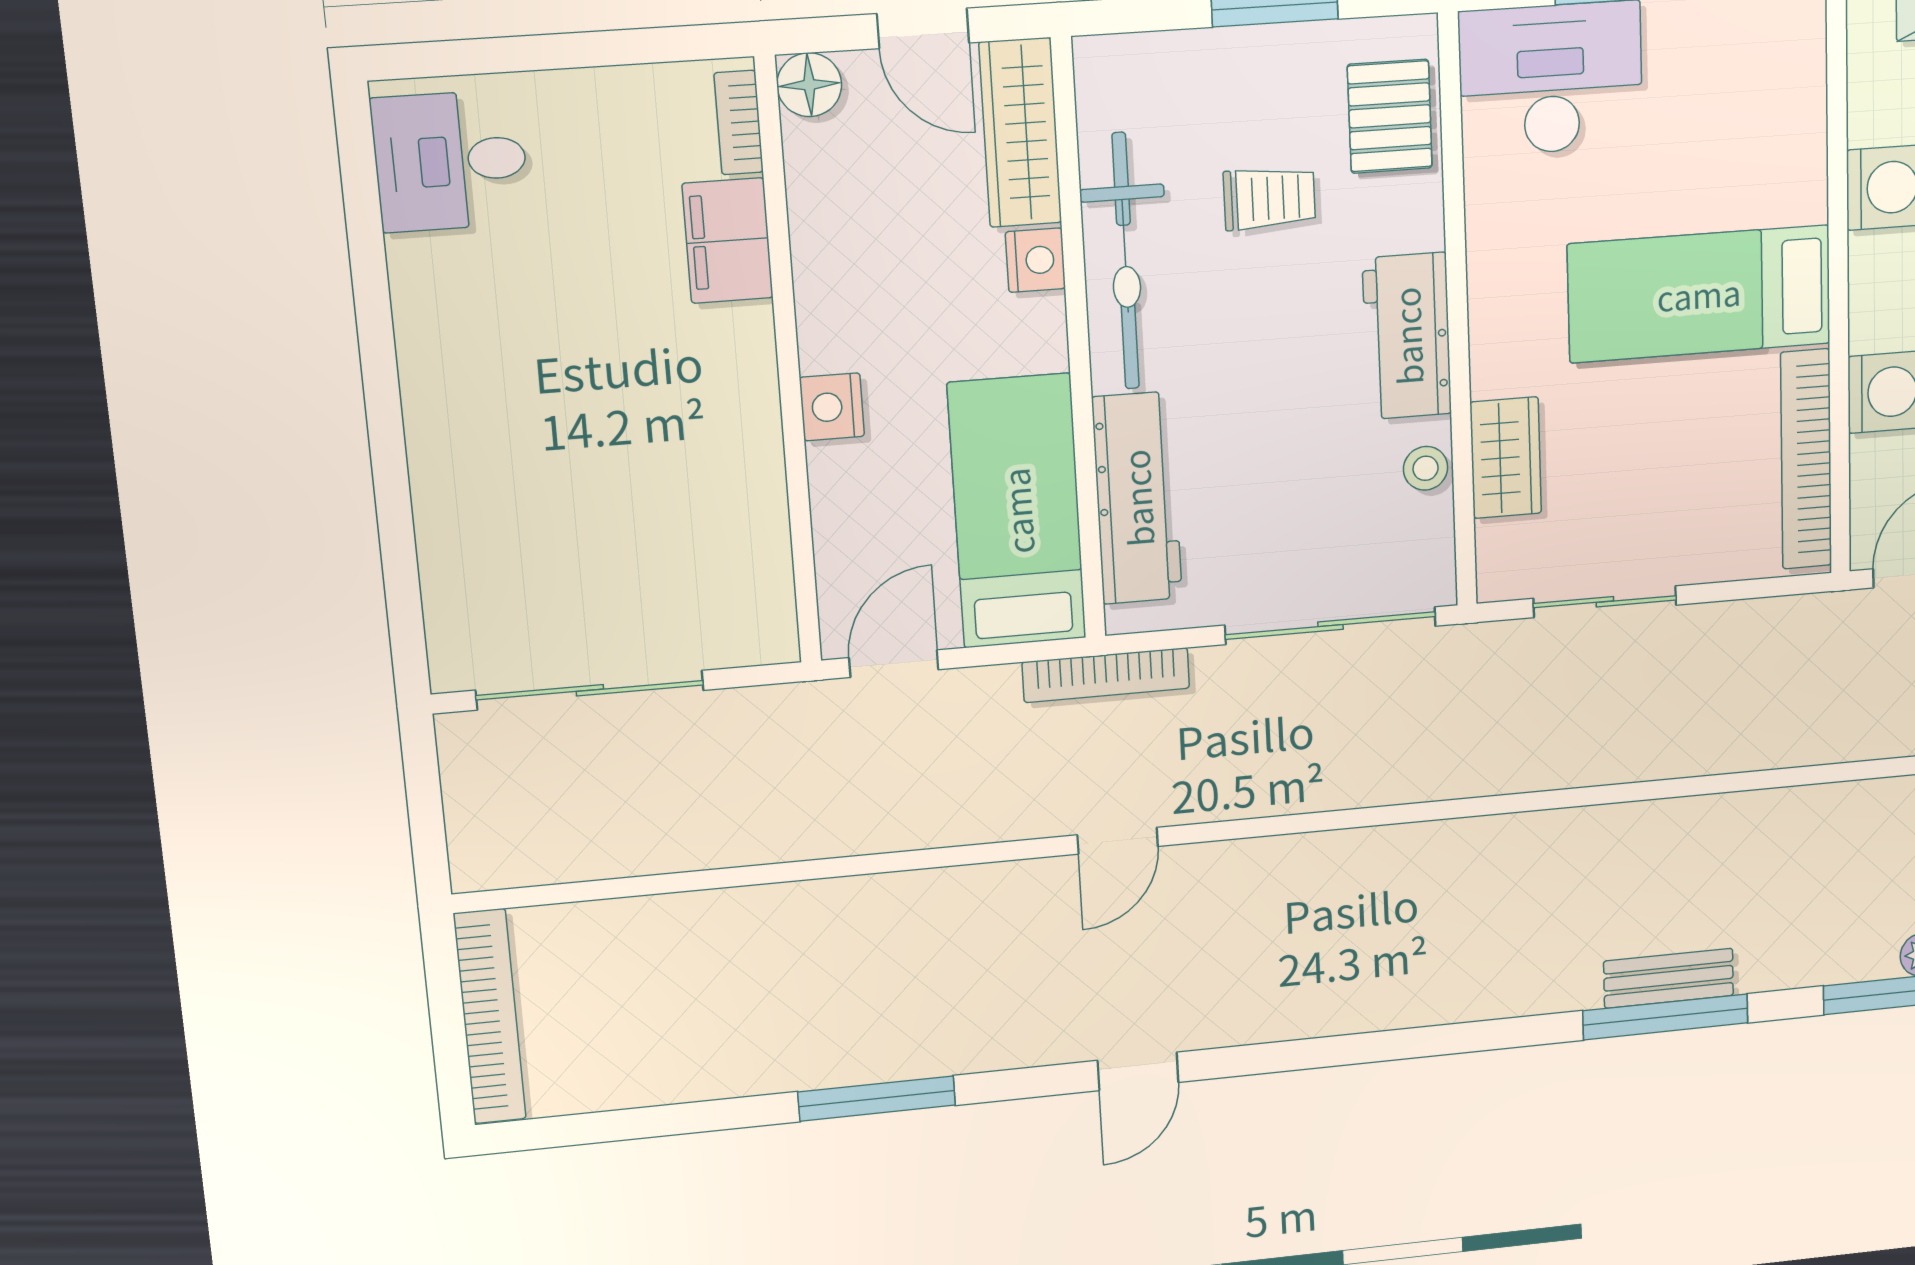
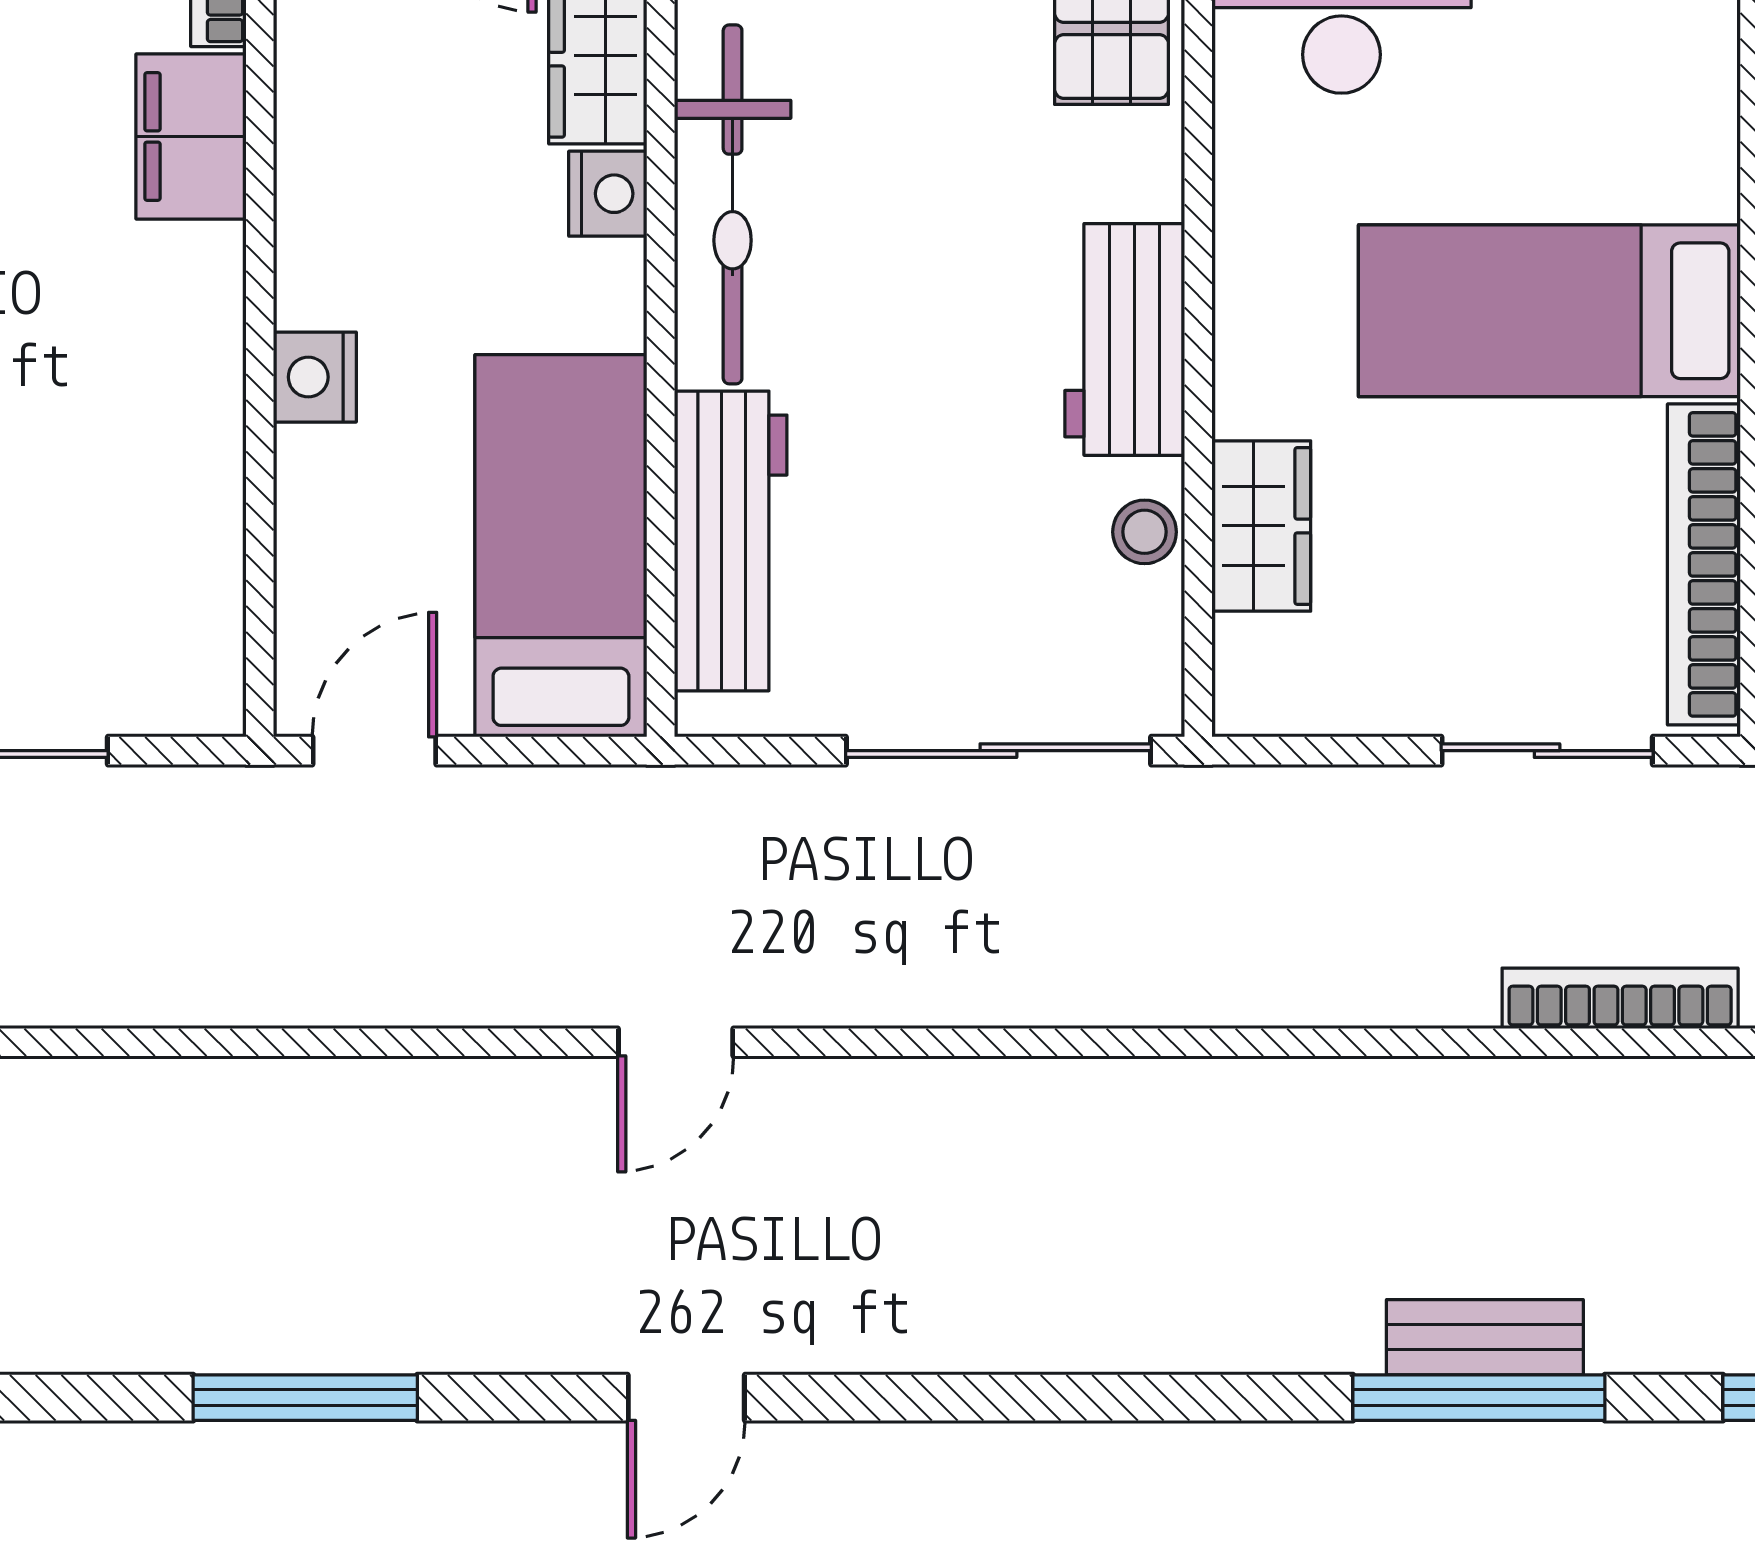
trolley: (1269, 198) -> (938, 131), removed
sliding door: (1605, 602) -> (1547, 751), moved
bookcase: (1106, 675) -> (1620, 998), moved, turned 180

